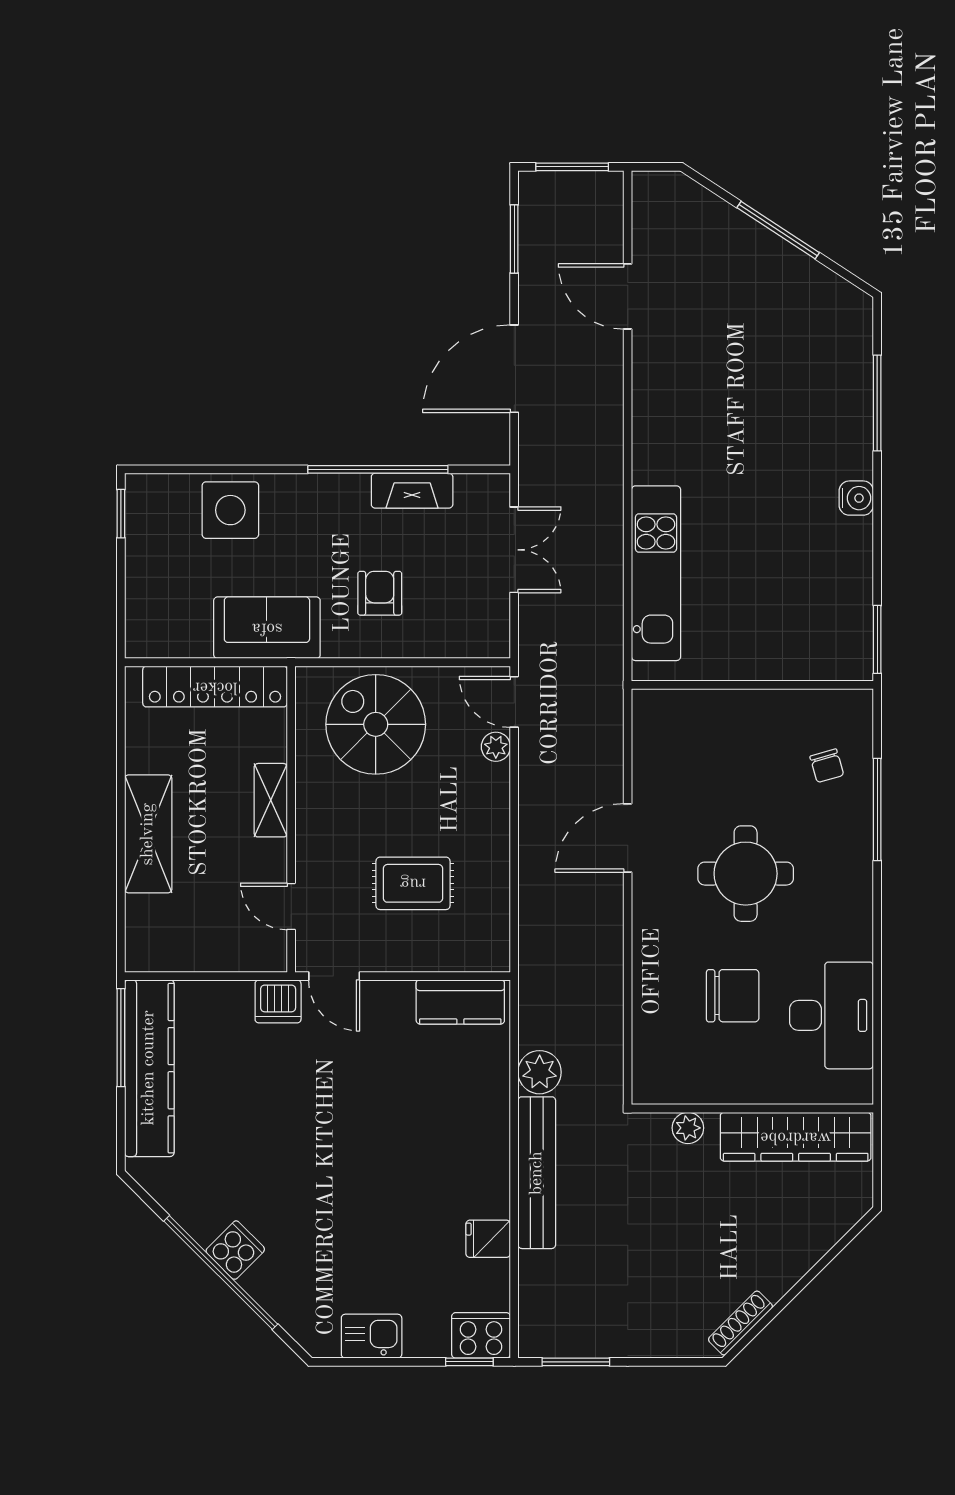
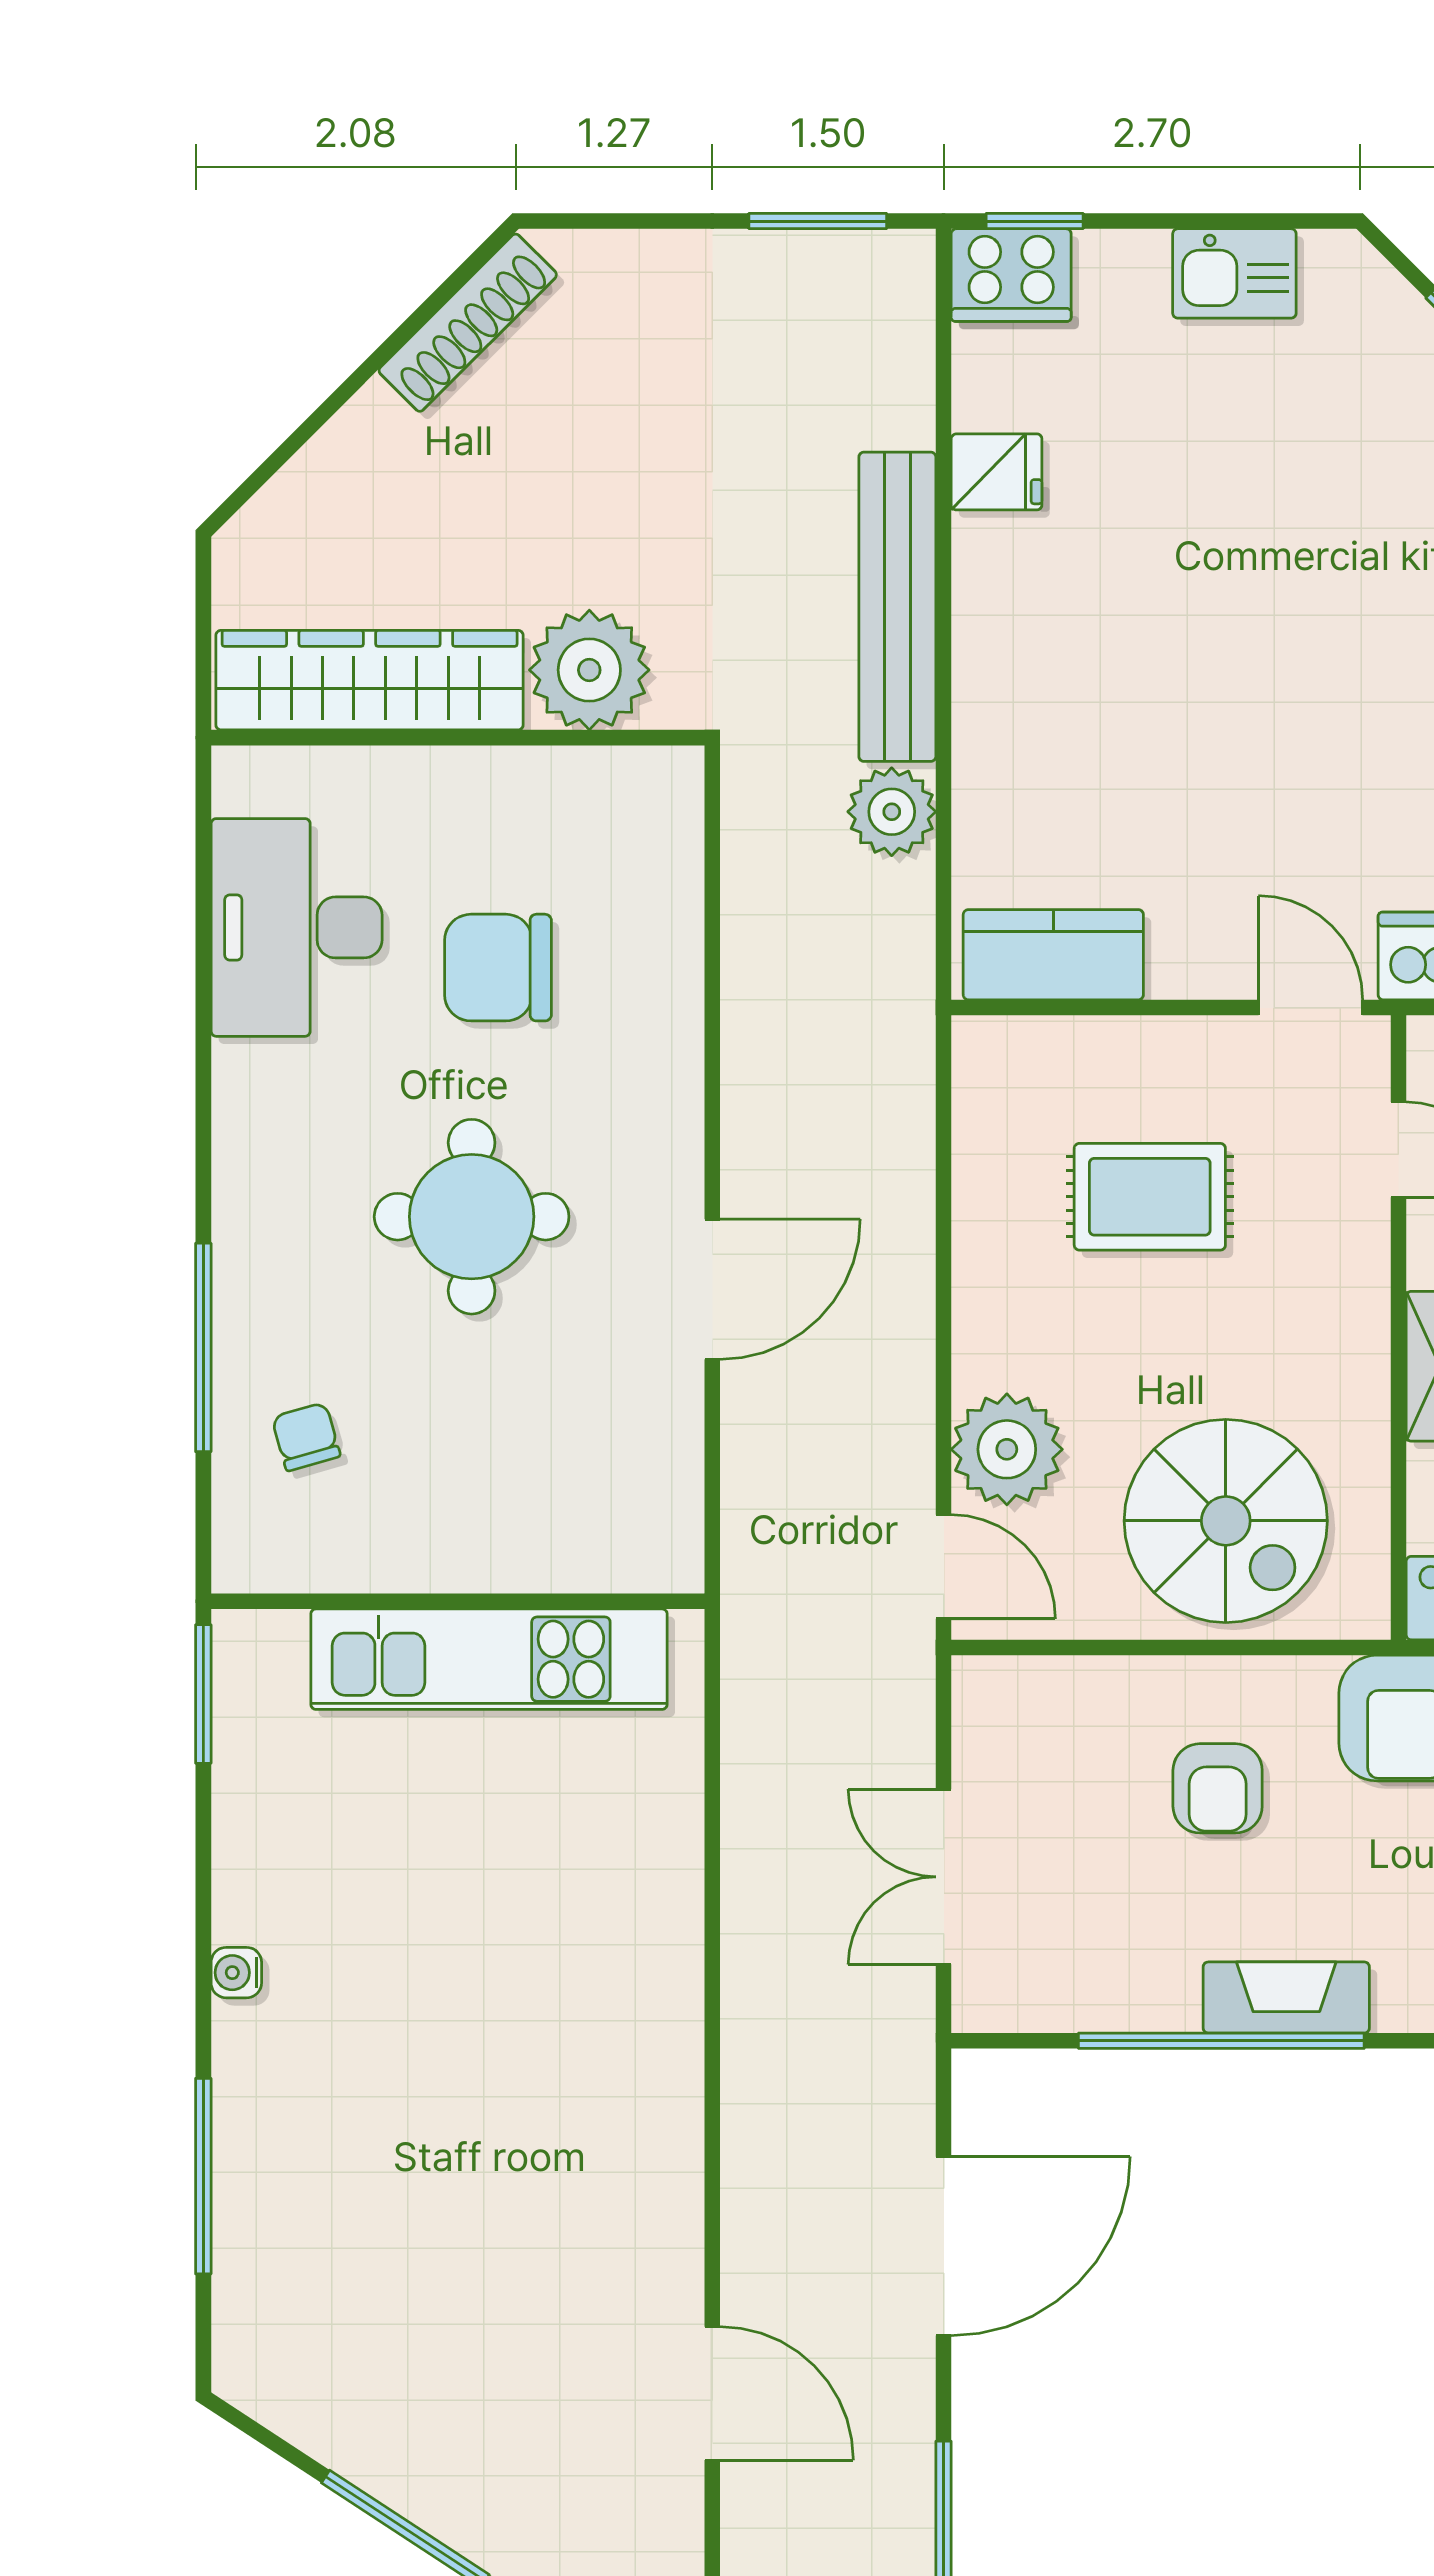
fireplace: (412, 491) -> (1286, 1997), moved
water cooler: (856, 498) -> (236, 1973), width x0.72, depth x0.72
kitchen unit: (656, 573) -> (489, 1659), moved, turned -90
plant: (496, 747) -> (1007, 1449), width x1.87, depth x1.87
plant: (688, 1128) -> (589, 670), width x1.87, depth x1.87
shoe rack: (741, 1323) -> (468, 323), width x1.36, depth x1.24

